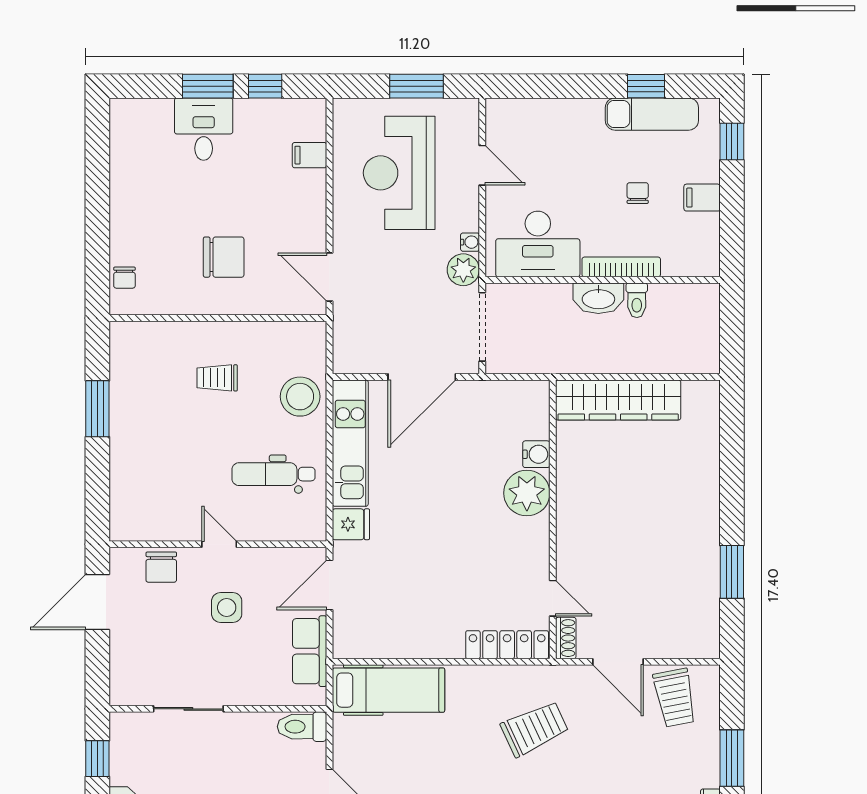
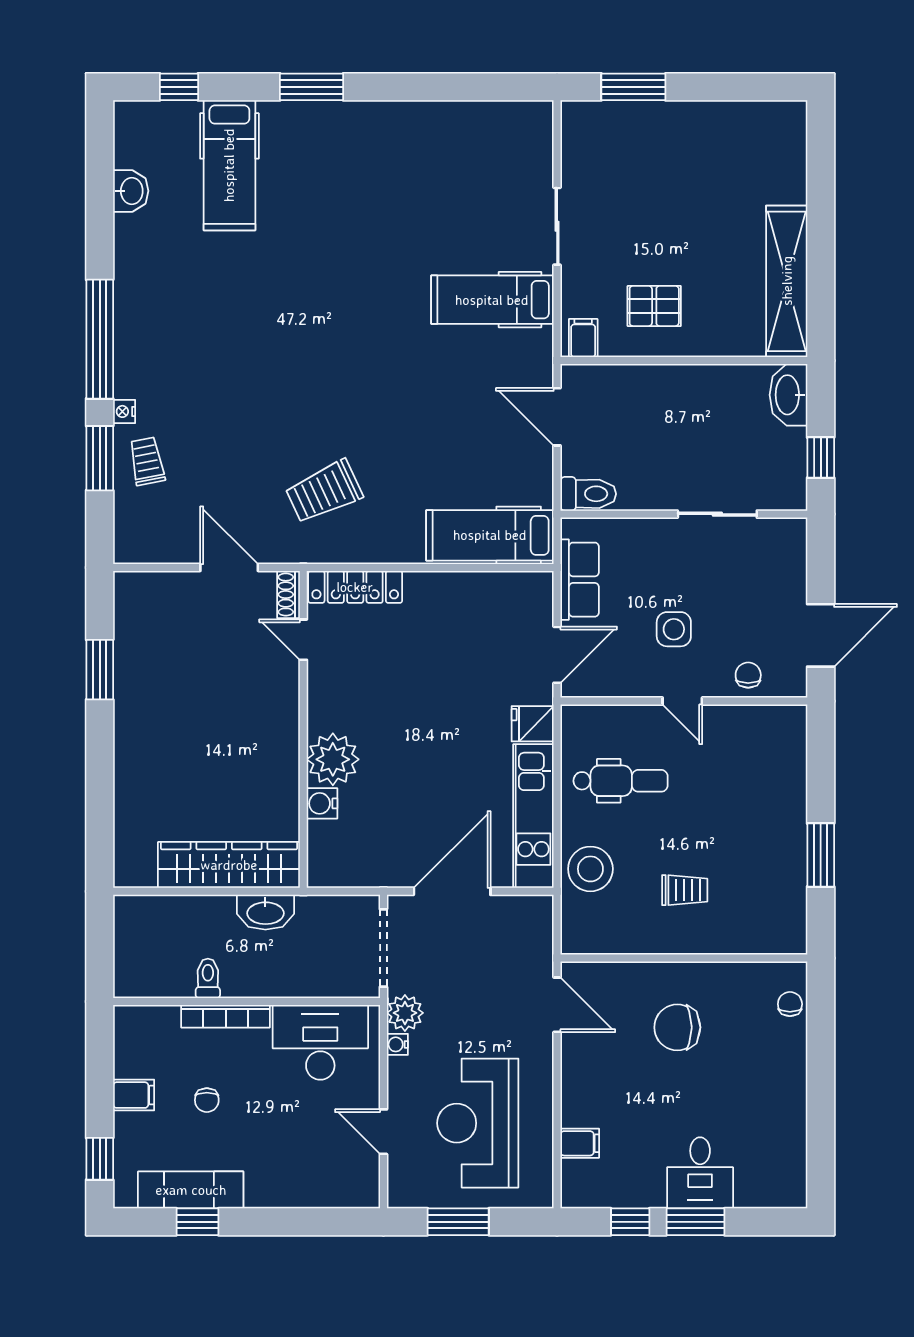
reception desk: (399, 173) -> (478, 1123), turned 180
washbasin: (598, 298) -> (265, 912), moved, turned 180
chair: (161, 567) -> (748, 675), width x0.73, depth x0.73
trolley: (675, 698) -> (147, 461), moved, width x0.73, depth x0.72

